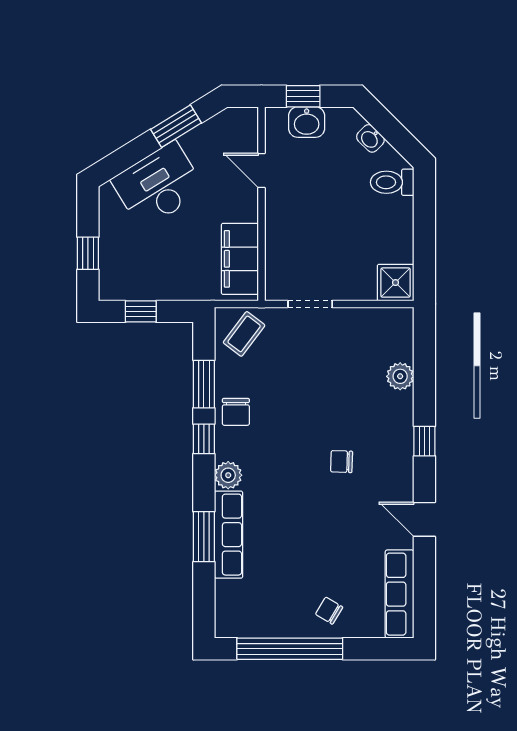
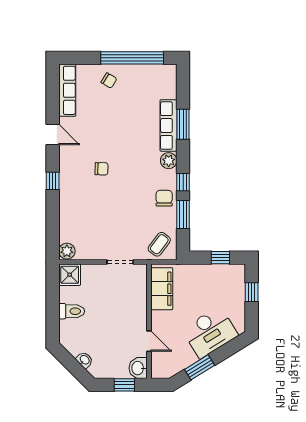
washbasin: (307, 122) -> (138, 368), moved, turned -90
toilet: (392, 182) -> (72, 311), moved
plant: (400, 376) -> (67, 251), moved

